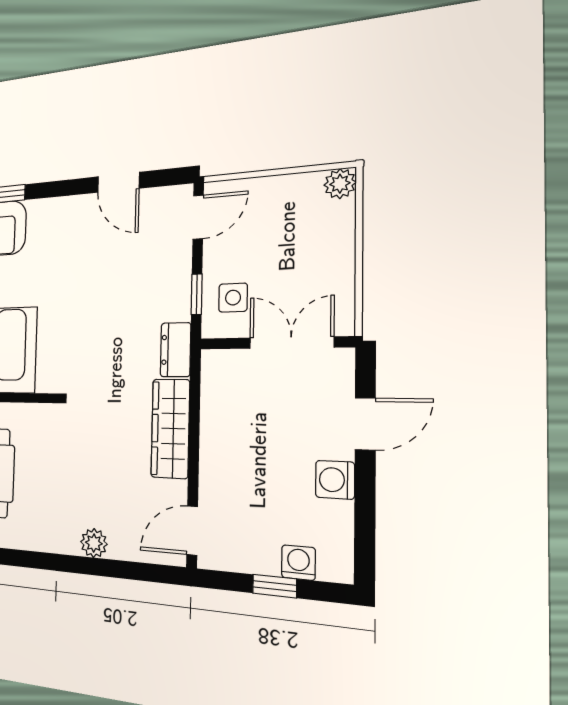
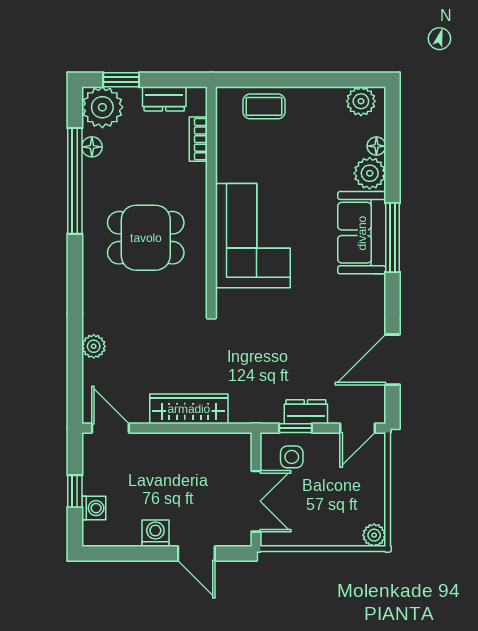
door: (118, 182) -> (393, 360), width x1.38
door: (198, 217) -> (357, 428), hinge flipped
dresser: (176, 350) -> (306, 412), moved

